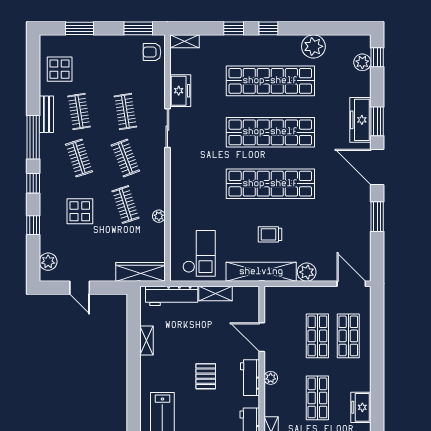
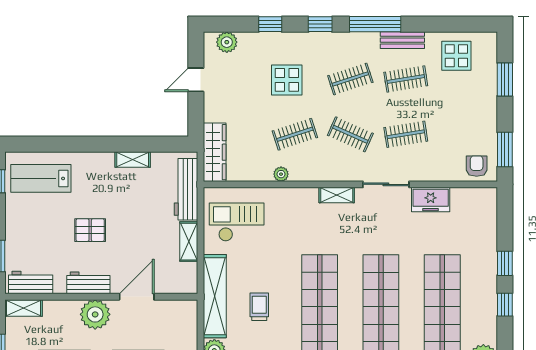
shelving: (184, 41) -> (337, 195), moved, turned 90
clothes rail: (125, 158) -> (350, 134), turned 45
checkout: (199, 253) -> (237, 222), turned 180
plant: (271, 378) -> (95, 314), width x1.88, depth x1.88

